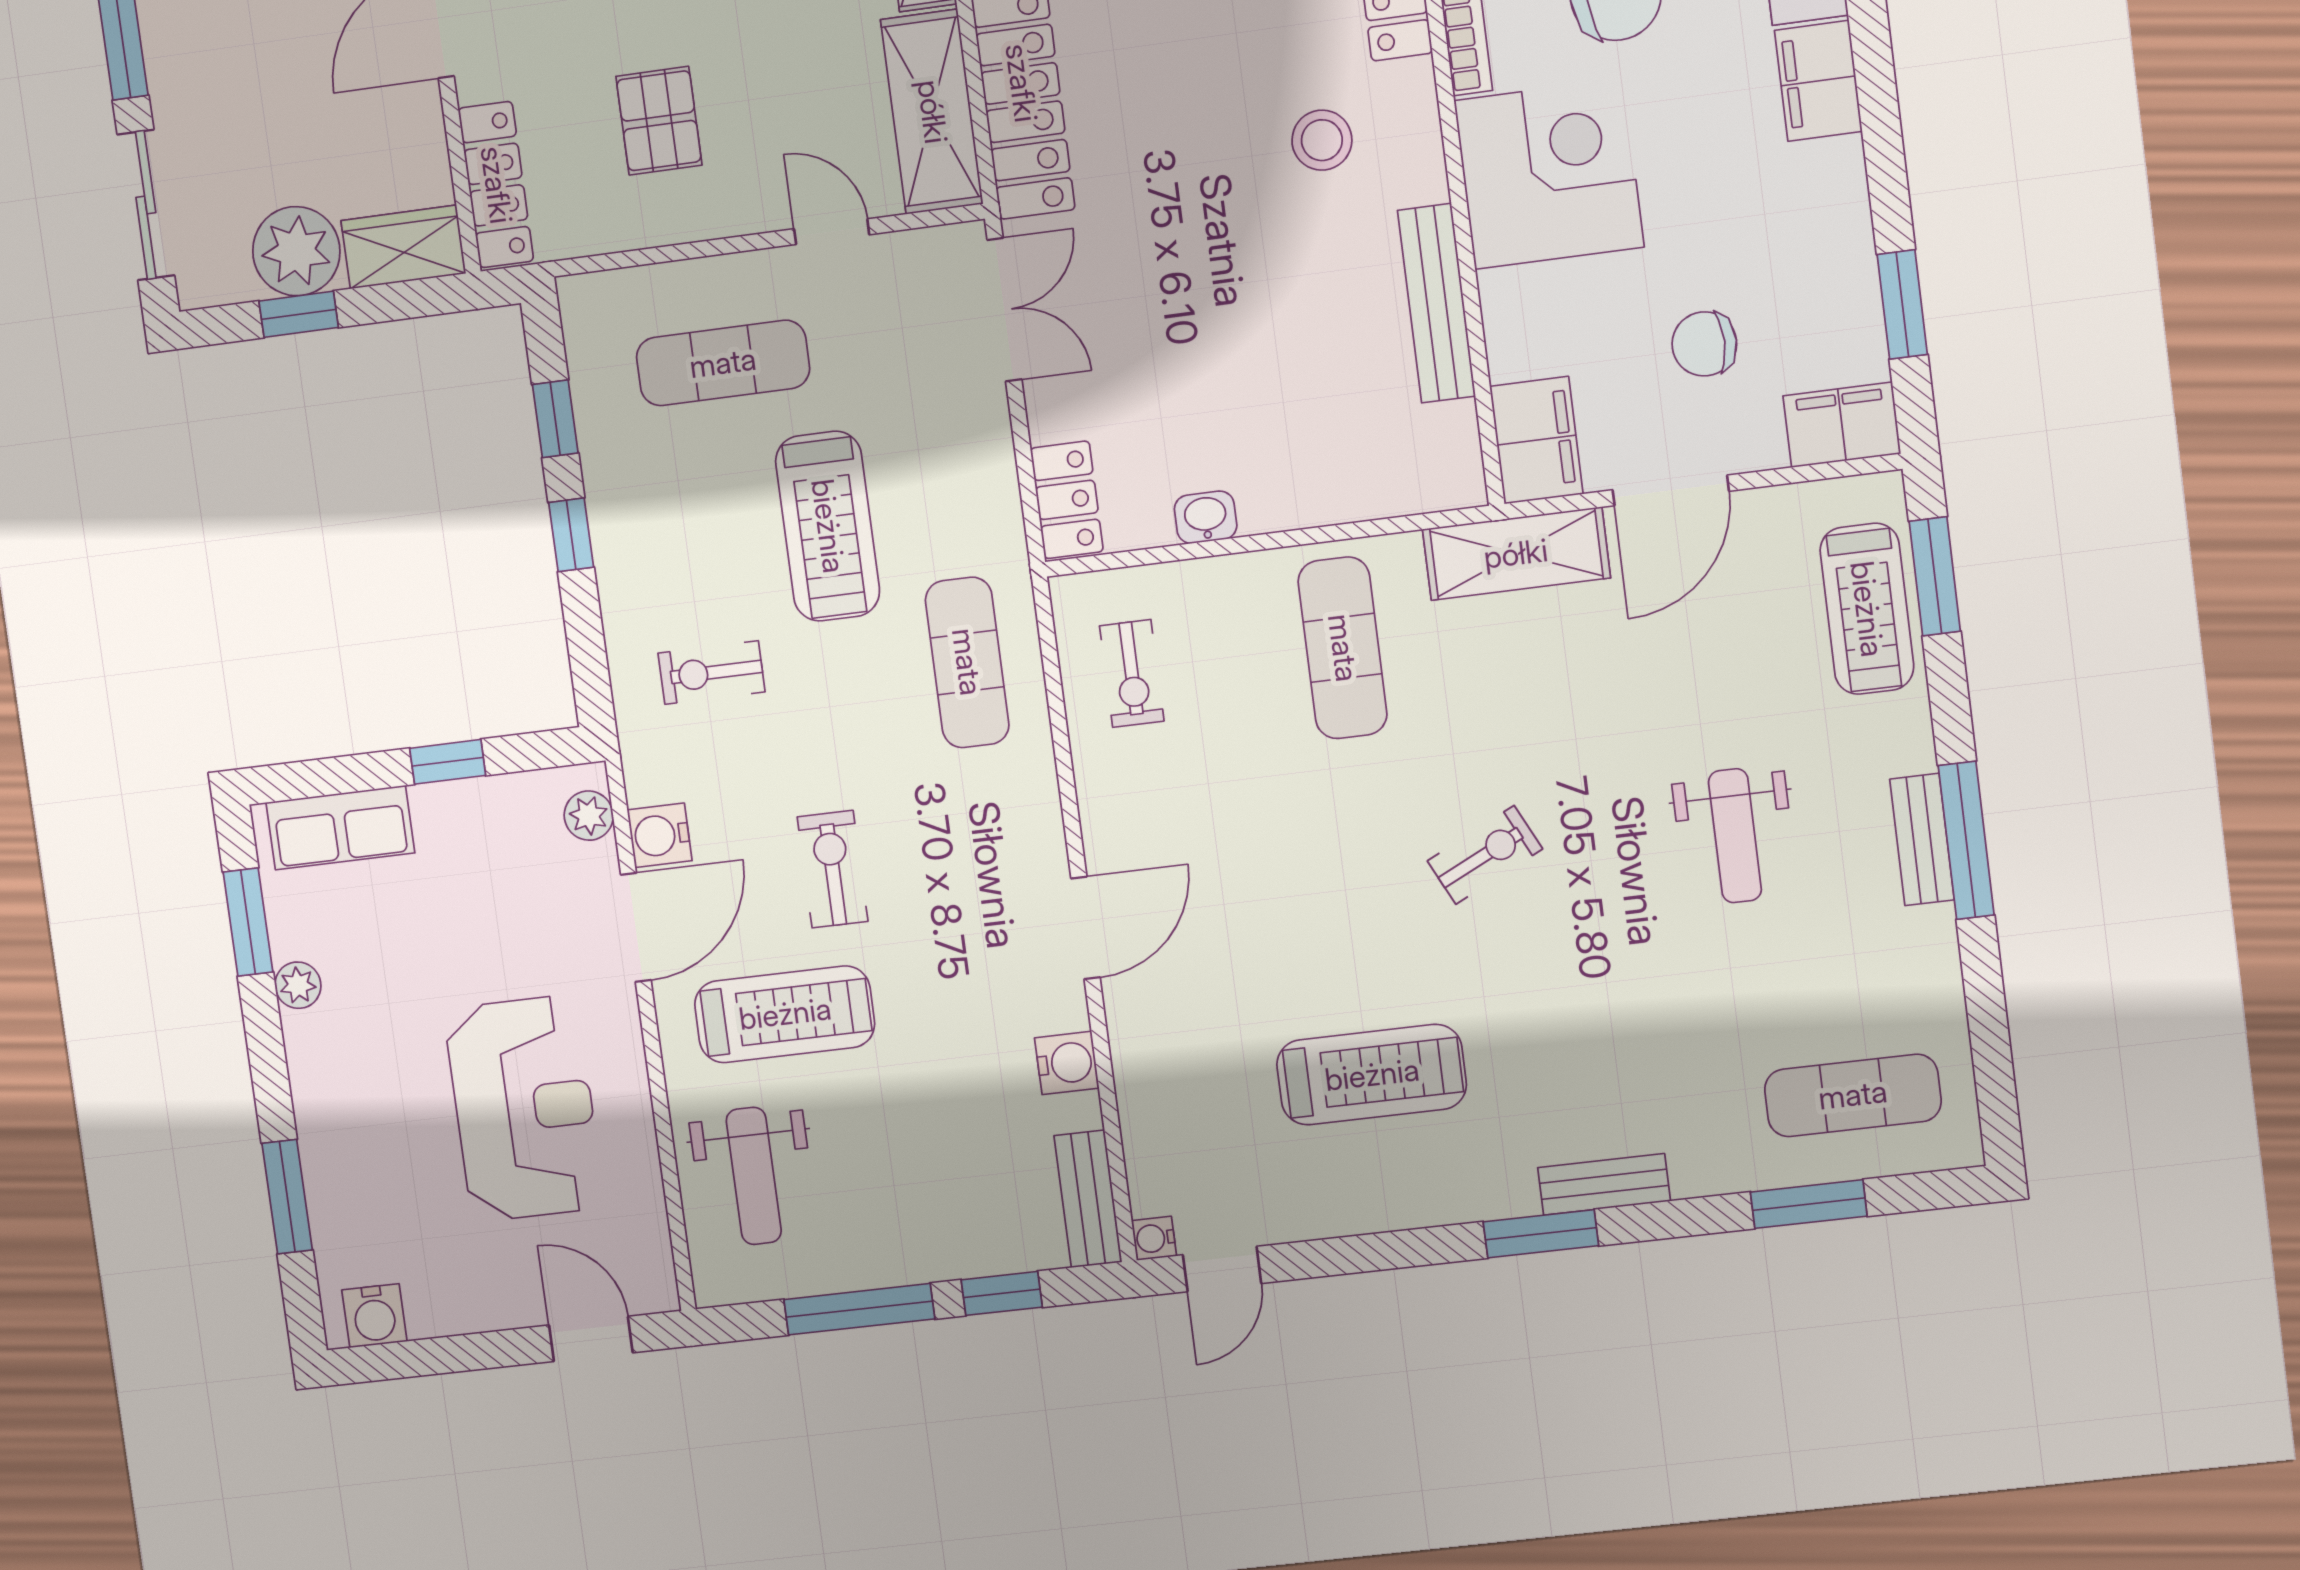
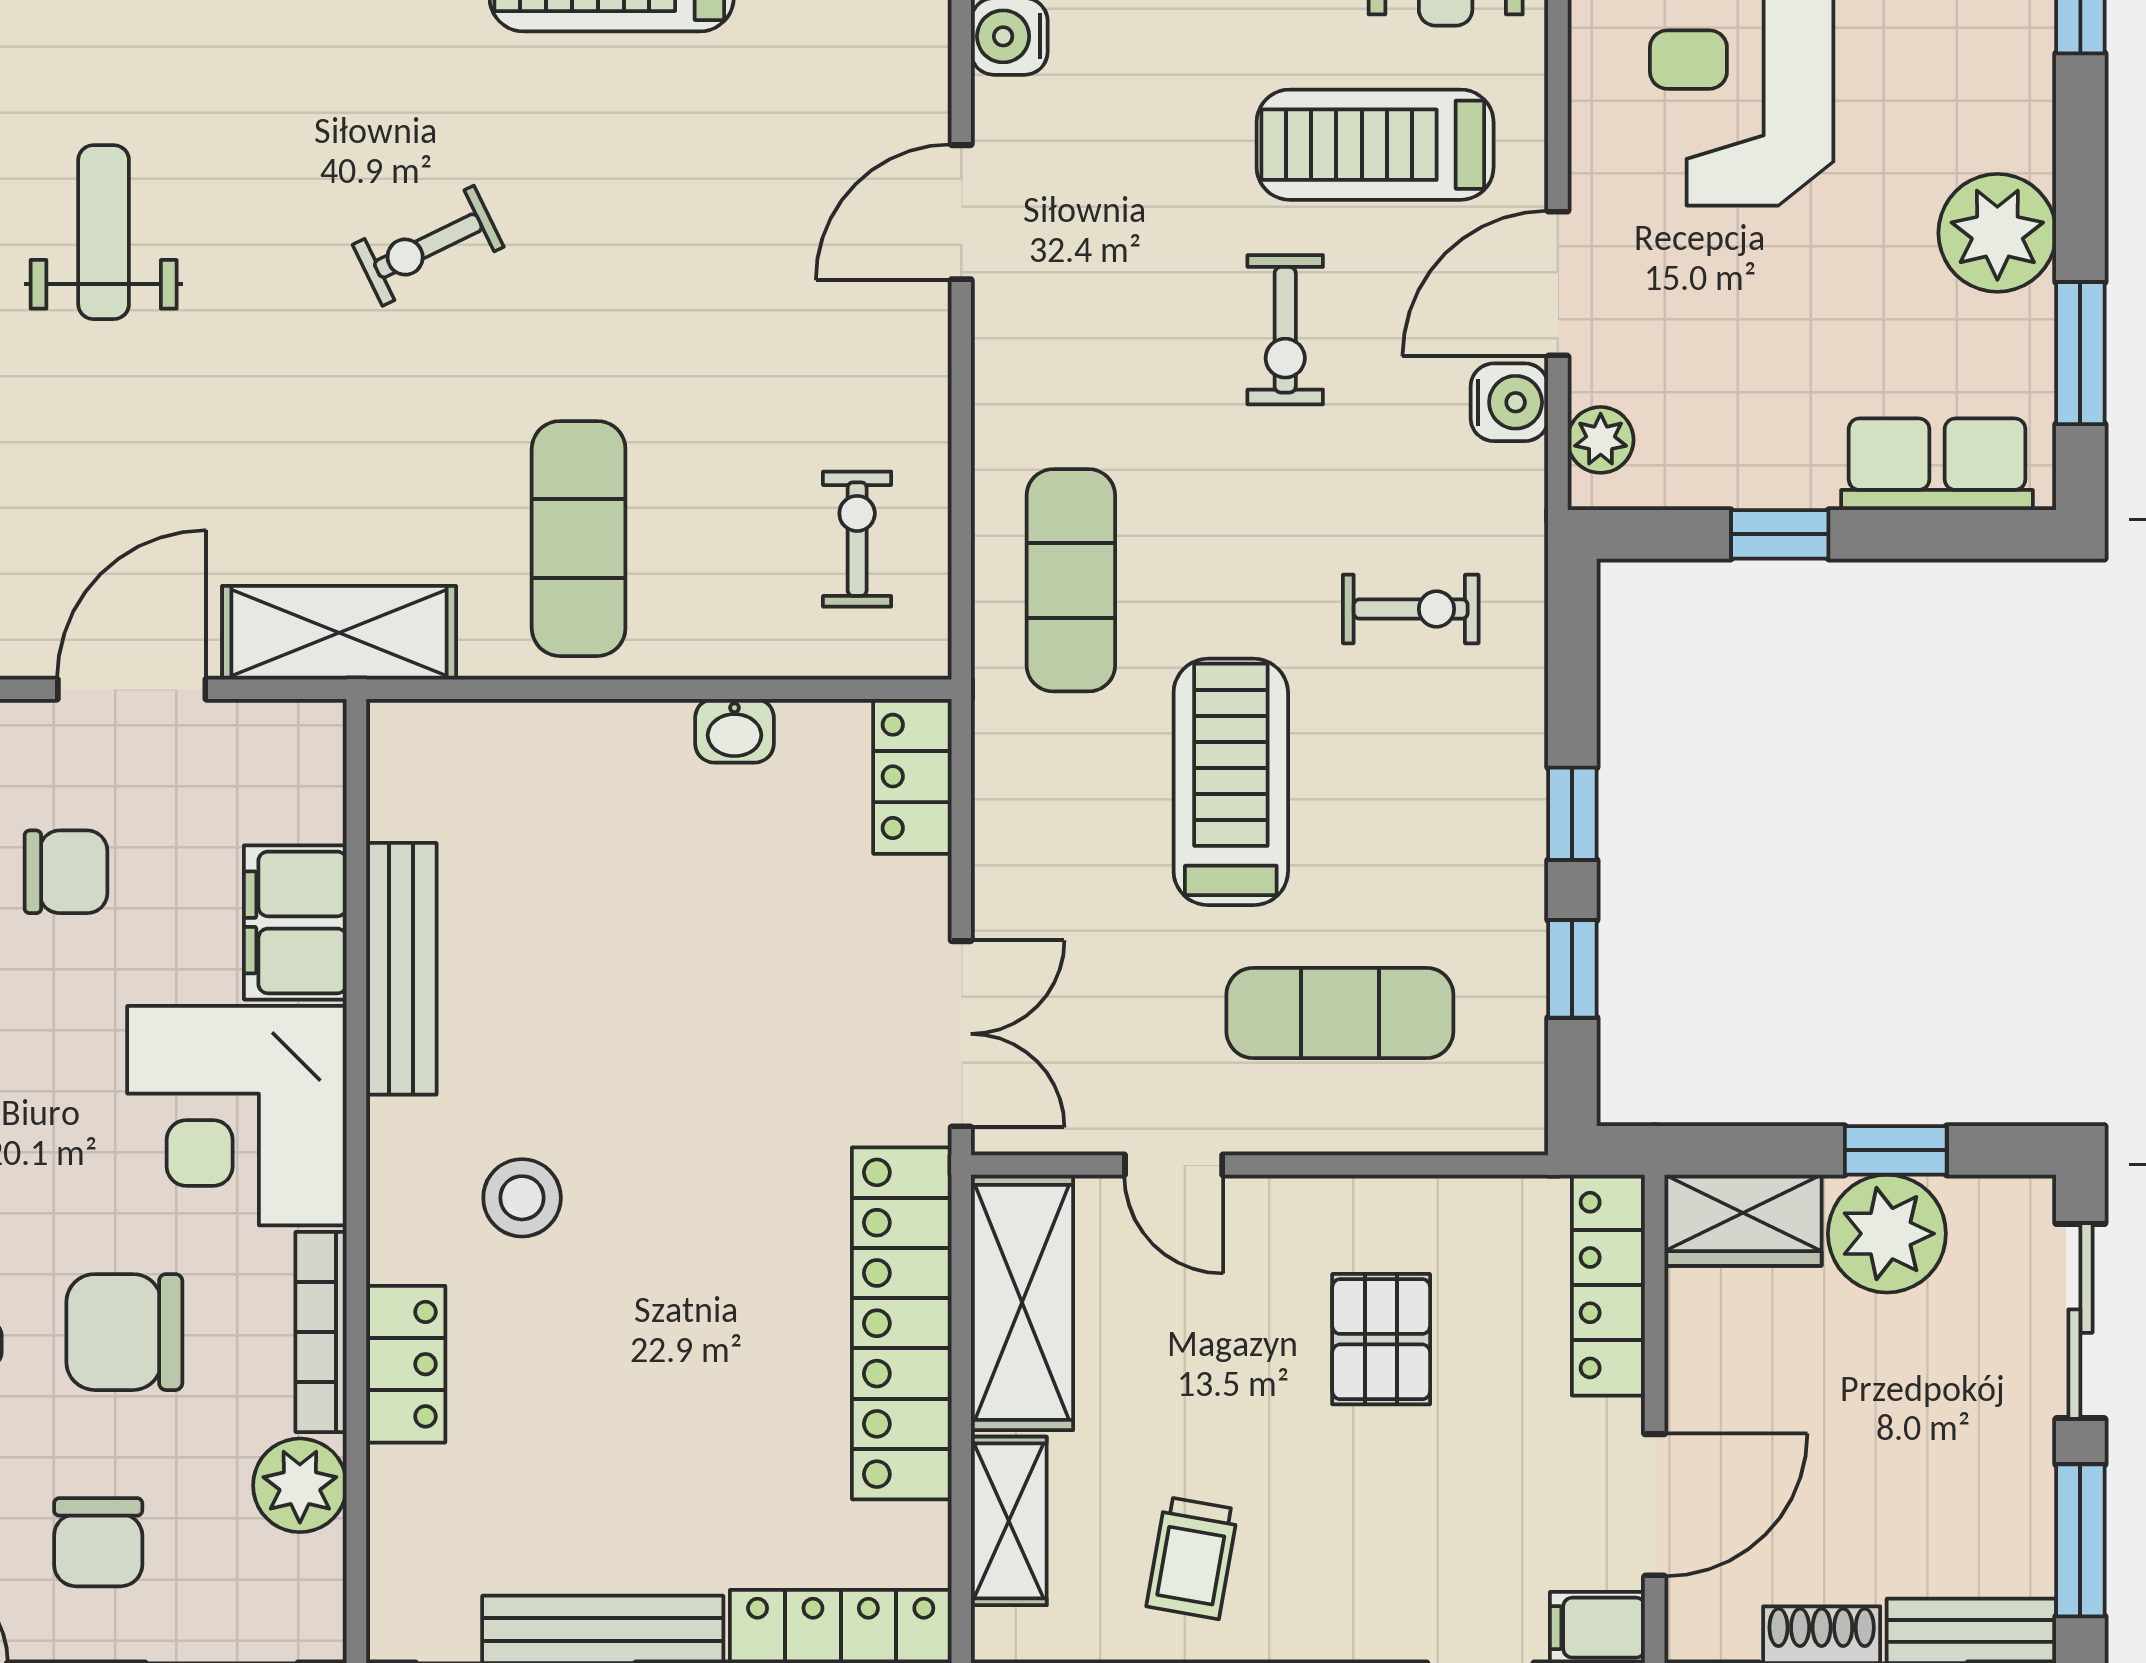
double door: (1004, 310) -> (961, 1034), swing flipped
filing cabinet: (1536, 440) -> (295, 922), moved
plant: (298, 985) -> (1997, 233), width x1.88, depth x1.88

